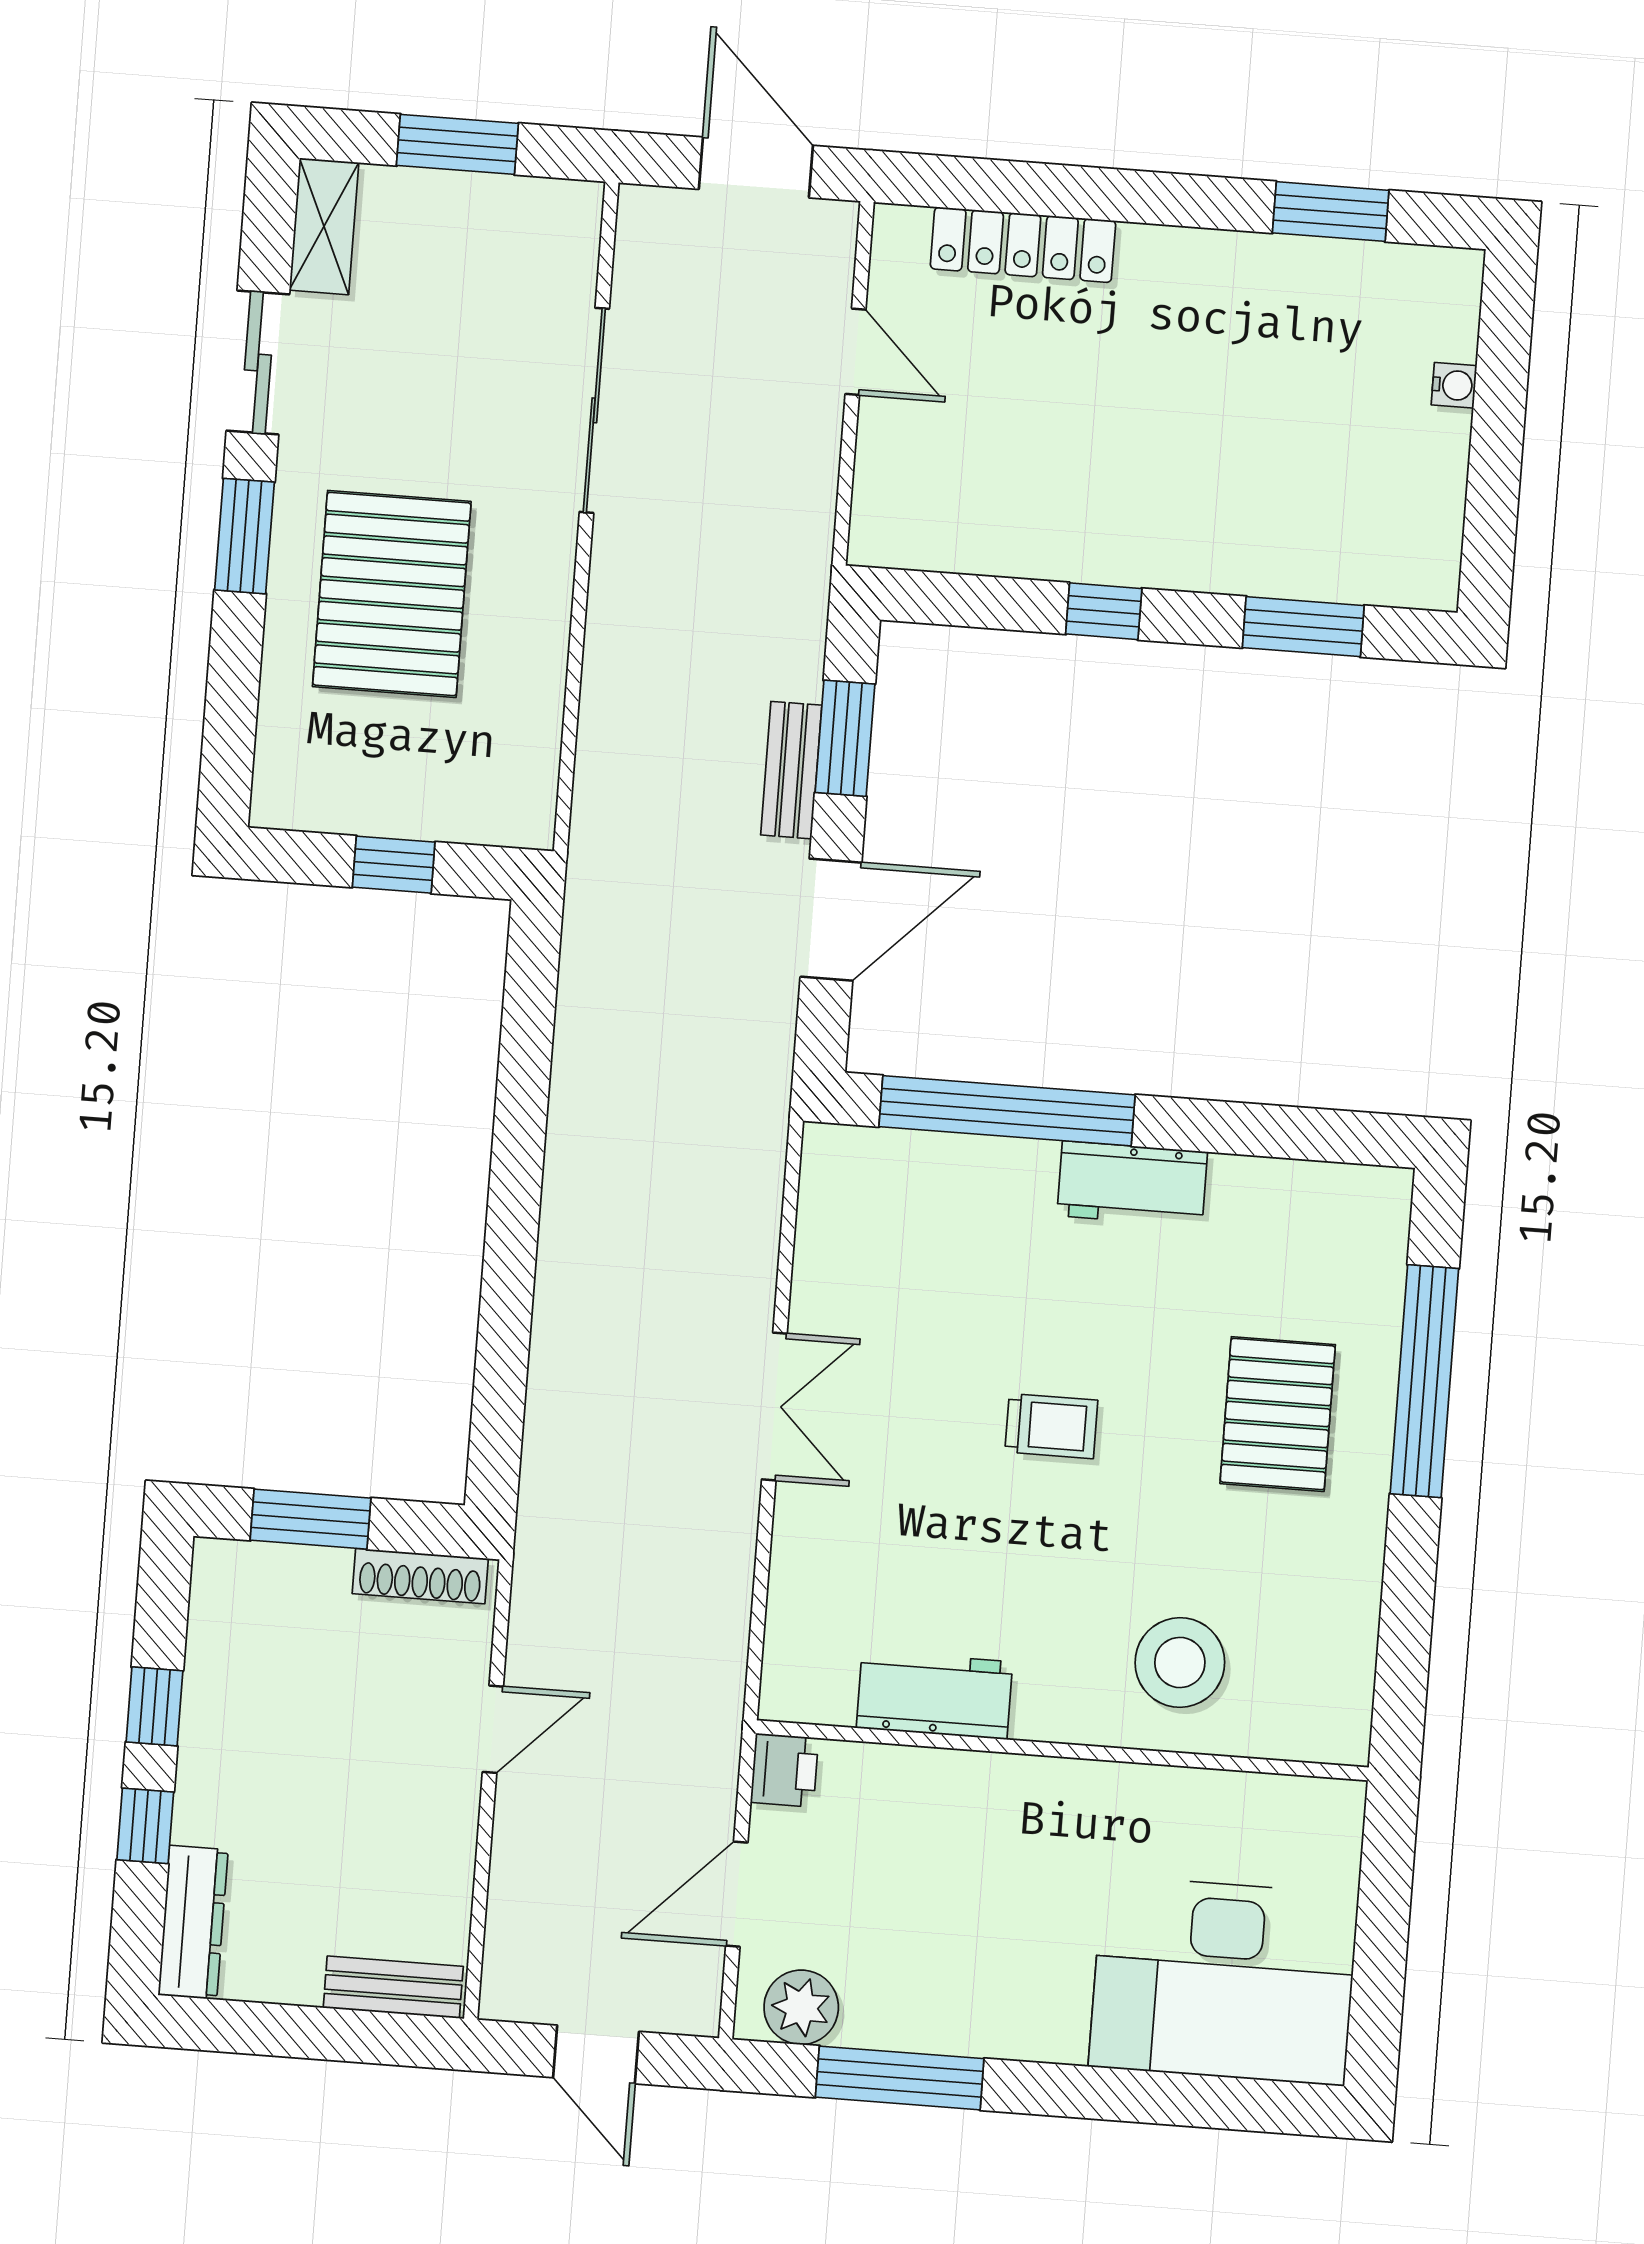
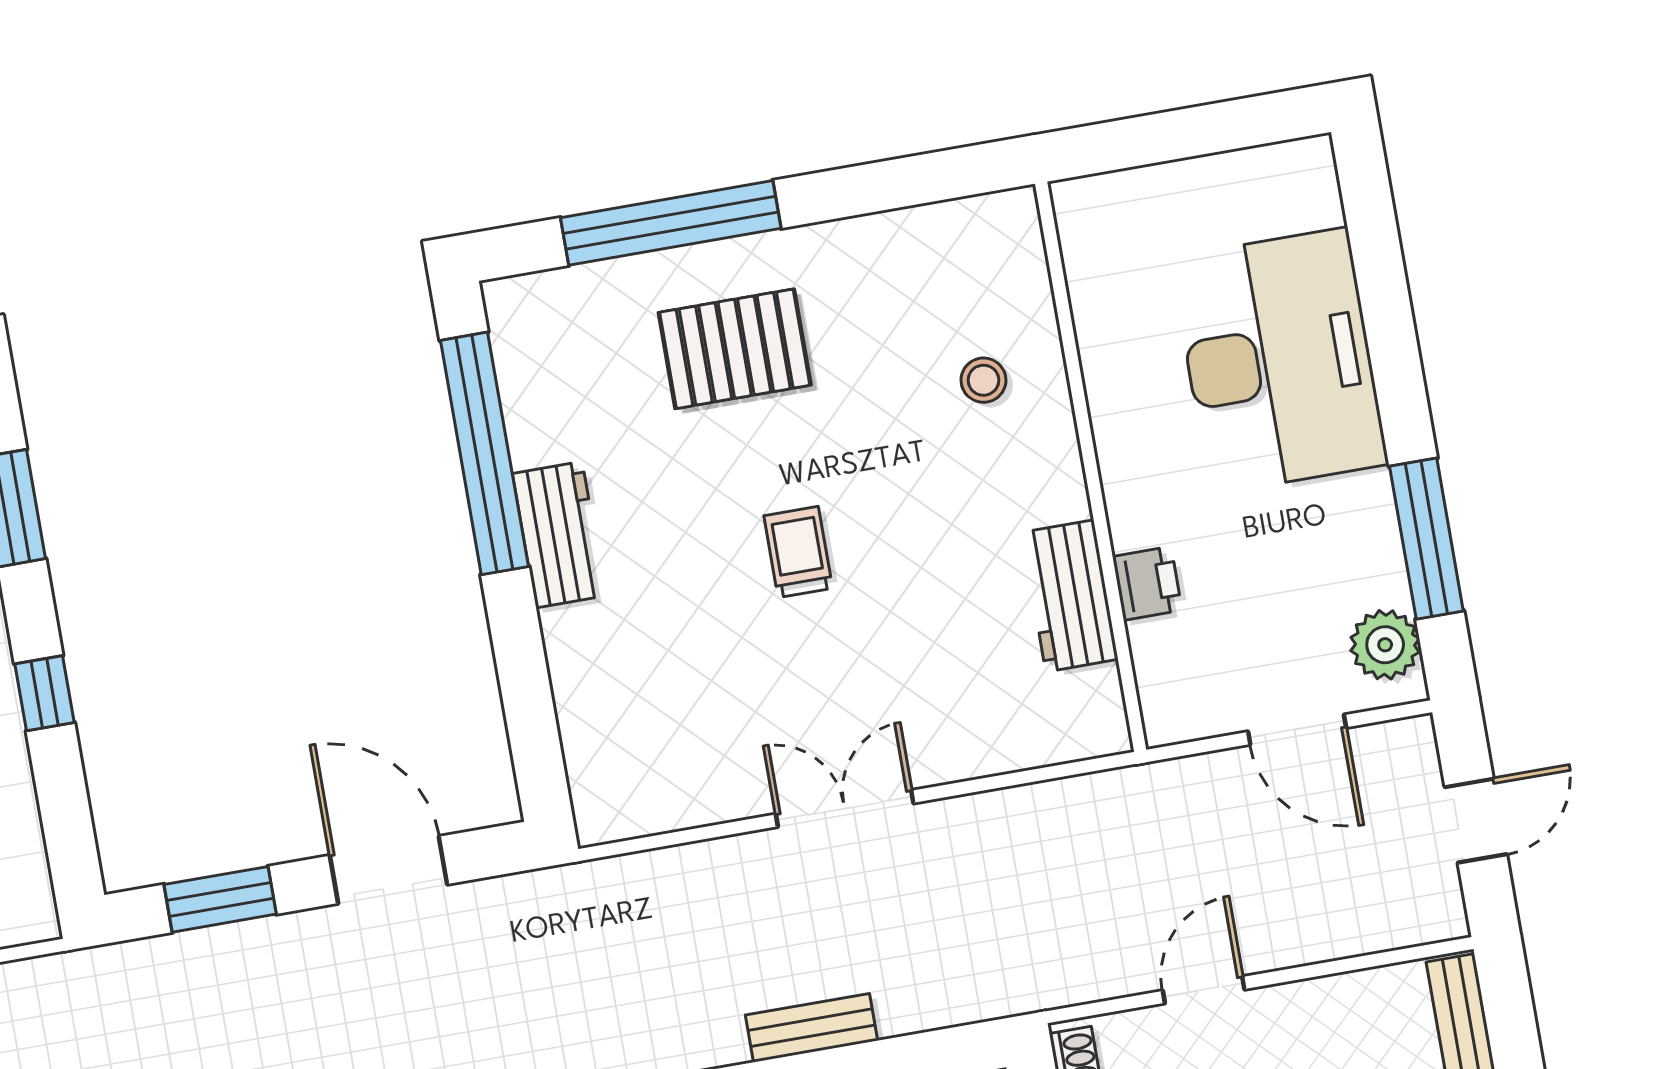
bench: (791, 770) -> (812, 1028), moved
window: (1007, 1111) -> (484, 453), moved
stool: (1180, 1662) -> (983, 380), width x0.53, depth x0.53
door: (493, 1729) -> (1204, 990), hinge flipped
printer: (784, 1770) -> (1147, 583), moved, turned 90
desk: (1224, 1981) -> (1279, 361), moved

